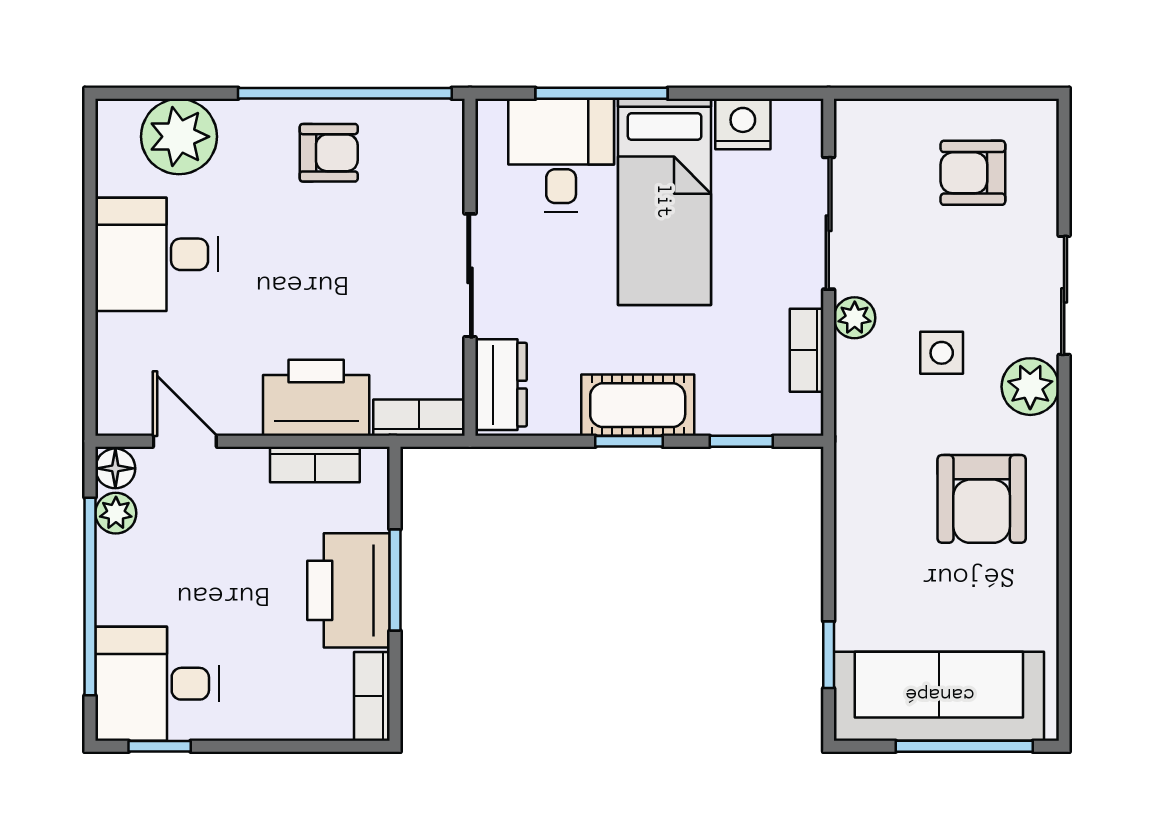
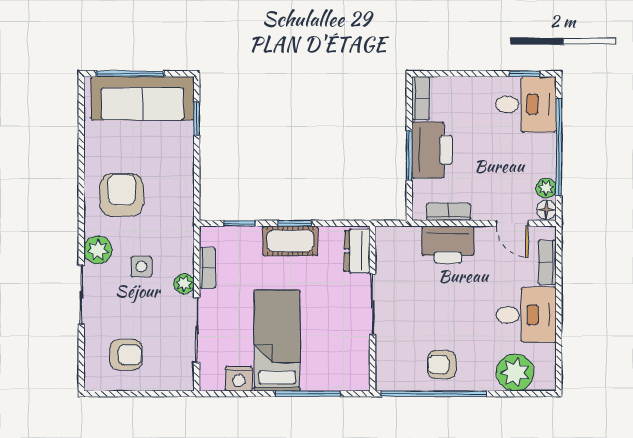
desk: (561, 155) -> (328, 363), removed
bookcase: (419, 418) -> (547, 263), moved, turned 90

